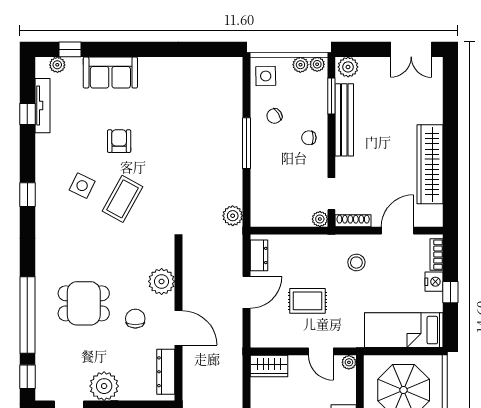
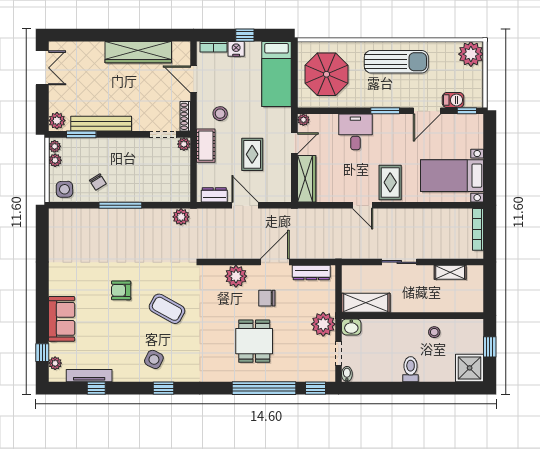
chair: (309, 138) -> (116, 153), removed
armchair: (119, 141) -> (121, 290), moved
side table: (82, 186) -> (154, 359), moved
cot: (318, 245) -> (206, 146), added
wardrobe: (269, 366) -> (307, 179), width x1.50

